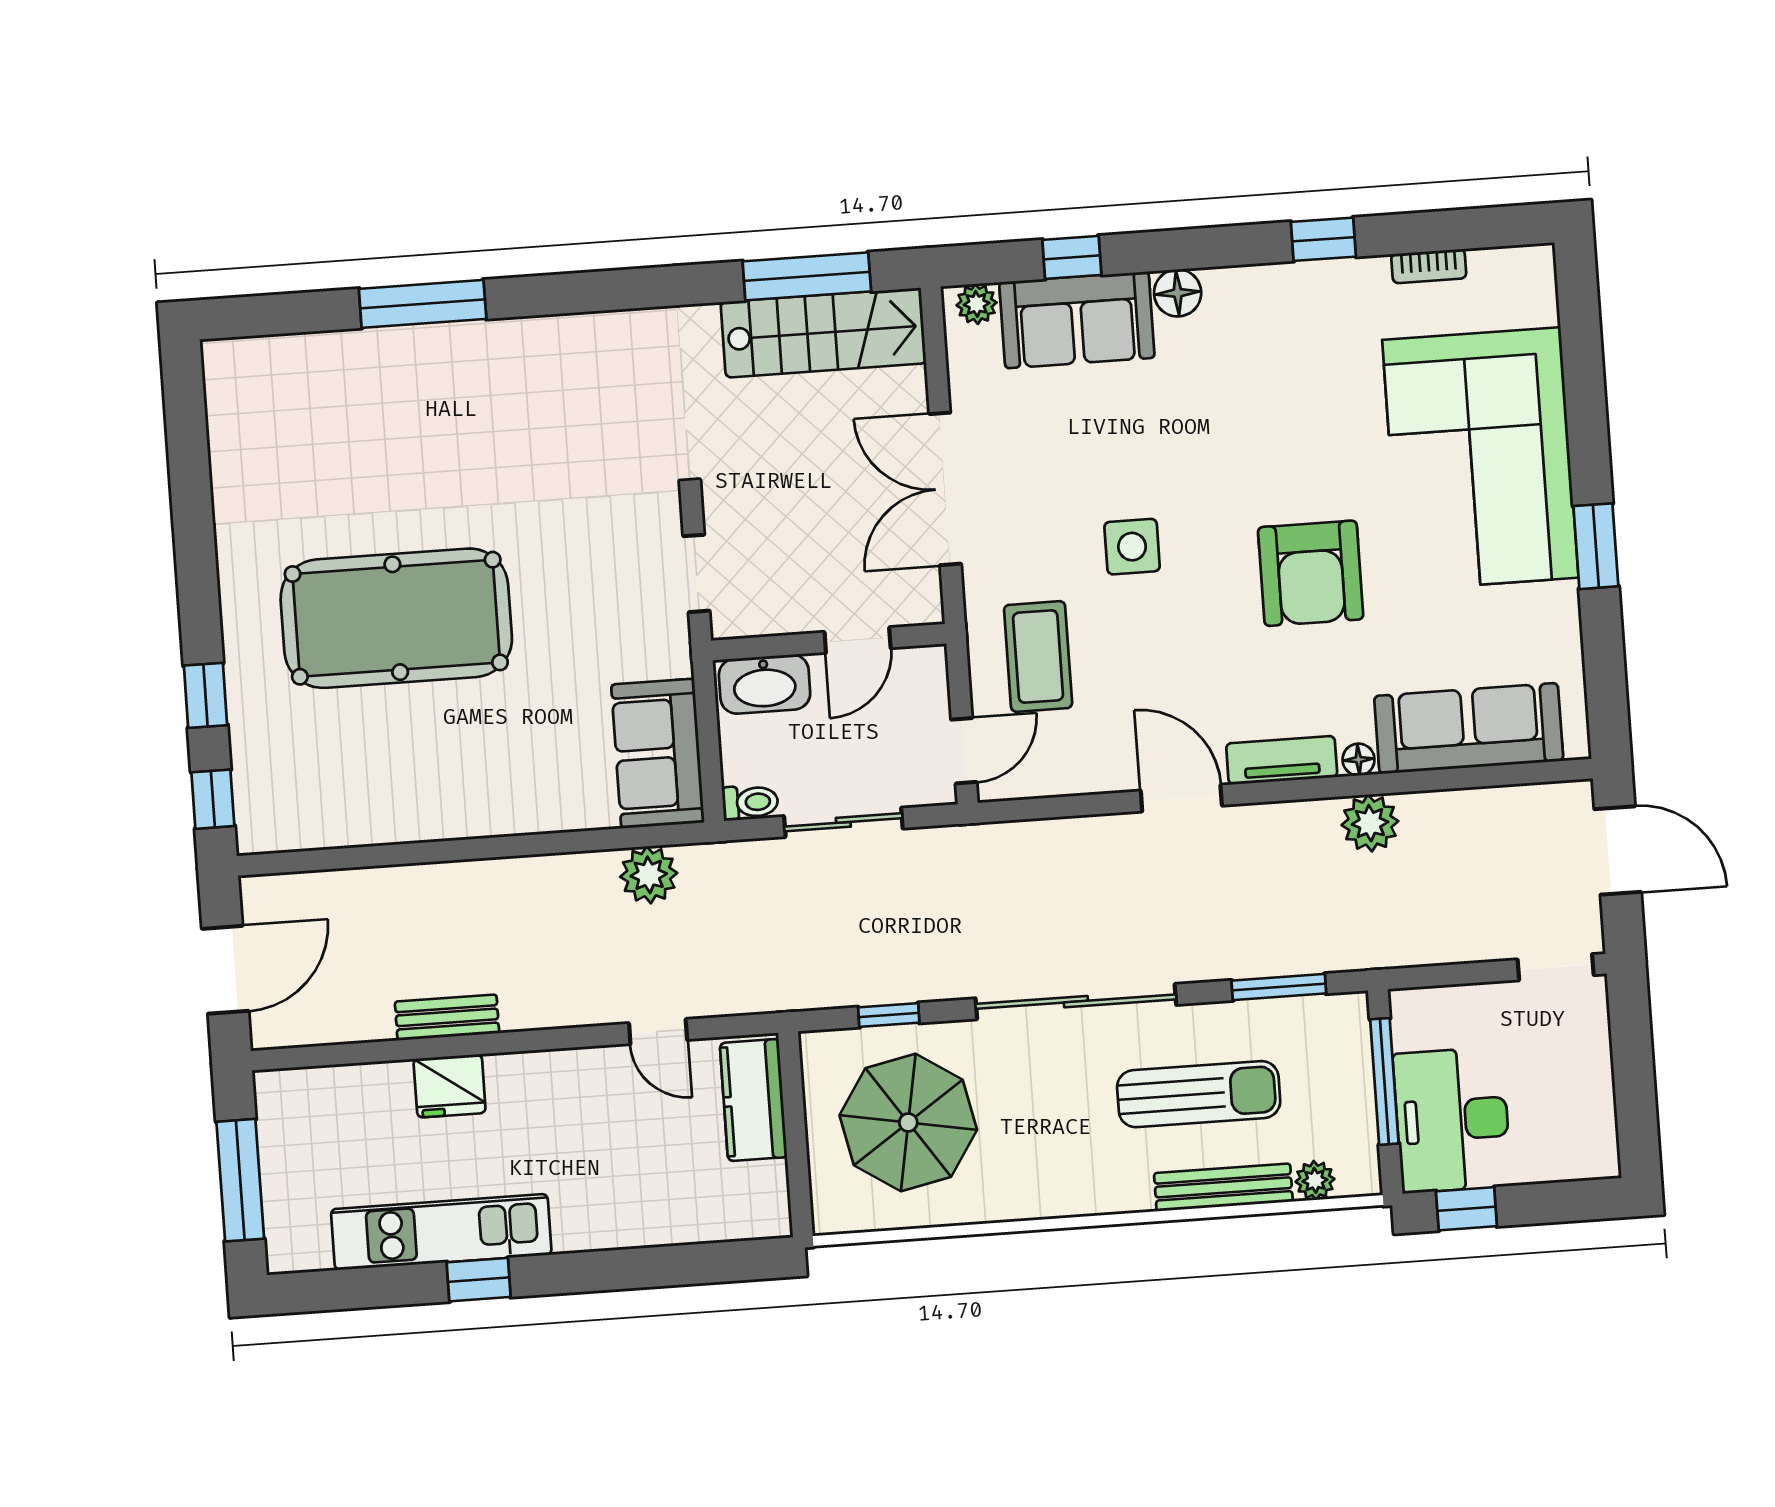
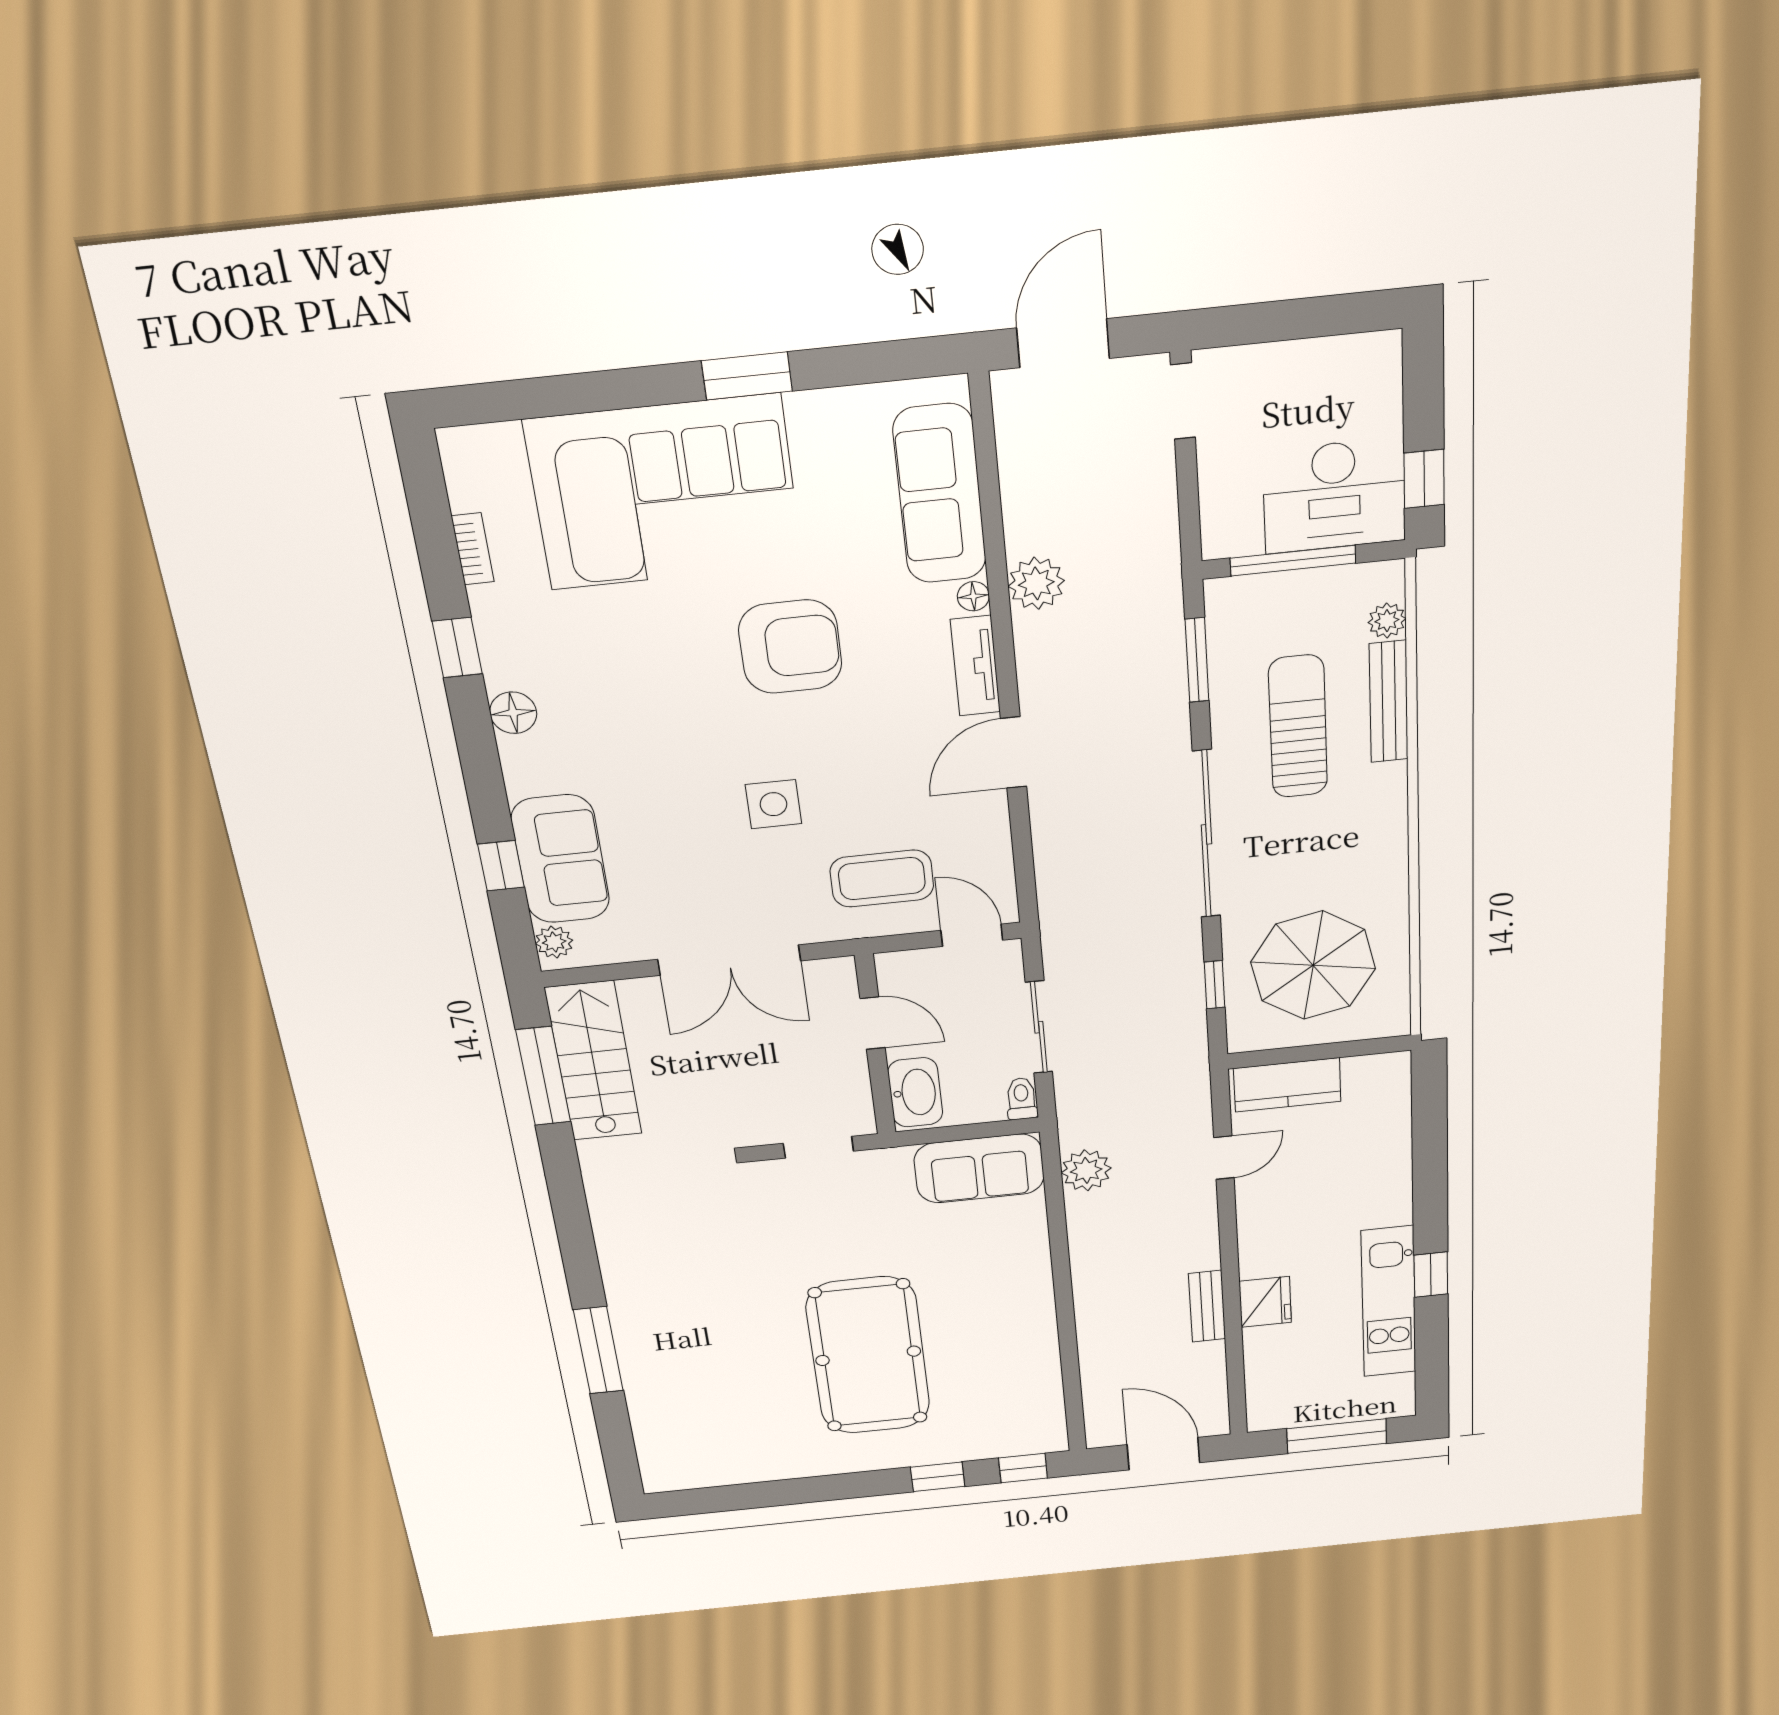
floor lamp: (1178, 293) -> (513, 713), moved

